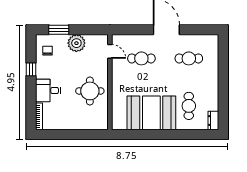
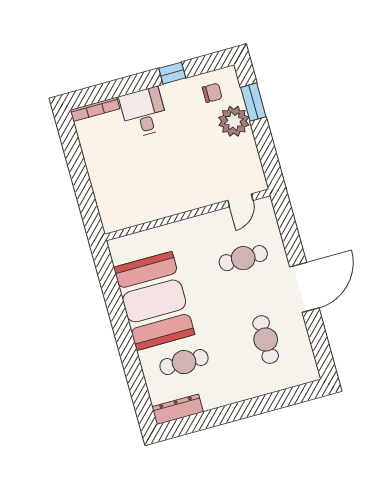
plant: (76, 43) -> (234, 121), moved
cafe table: (141, 58) -> (243, 258), turned 90
round table: (90, 91) -> (163, 185), removed
dresser: (213, 121) -> (178, 409), width x1.44

